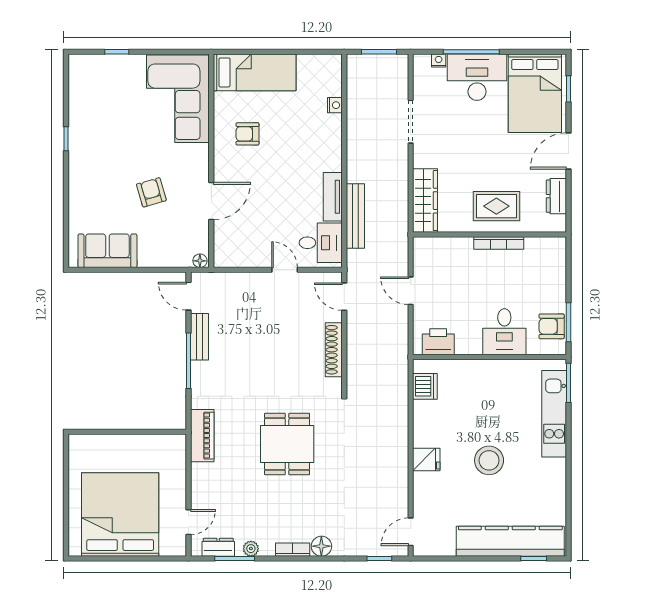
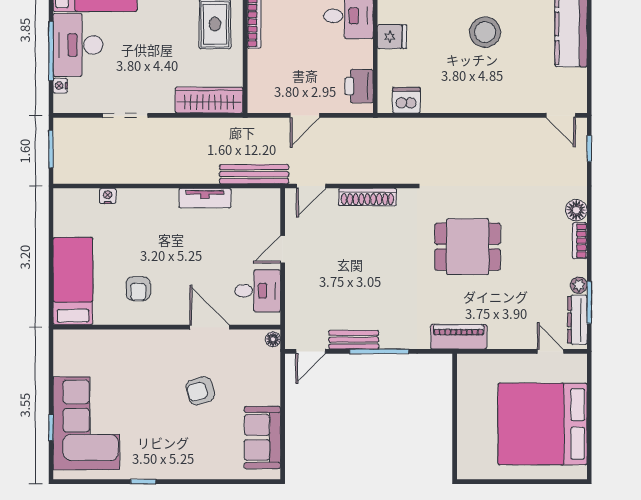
corner sofa: (178, 99) -> (86, 423), moved, turned -90
bench: (355, 216) -> (254, 174), moved
desk: (321, 243) -> (258, 291), moved, turned 90
fridge: (426, 460) -> (392, 37), moved, turned 90
dresser: (218, 547) -> (577, 320), width x1.44

